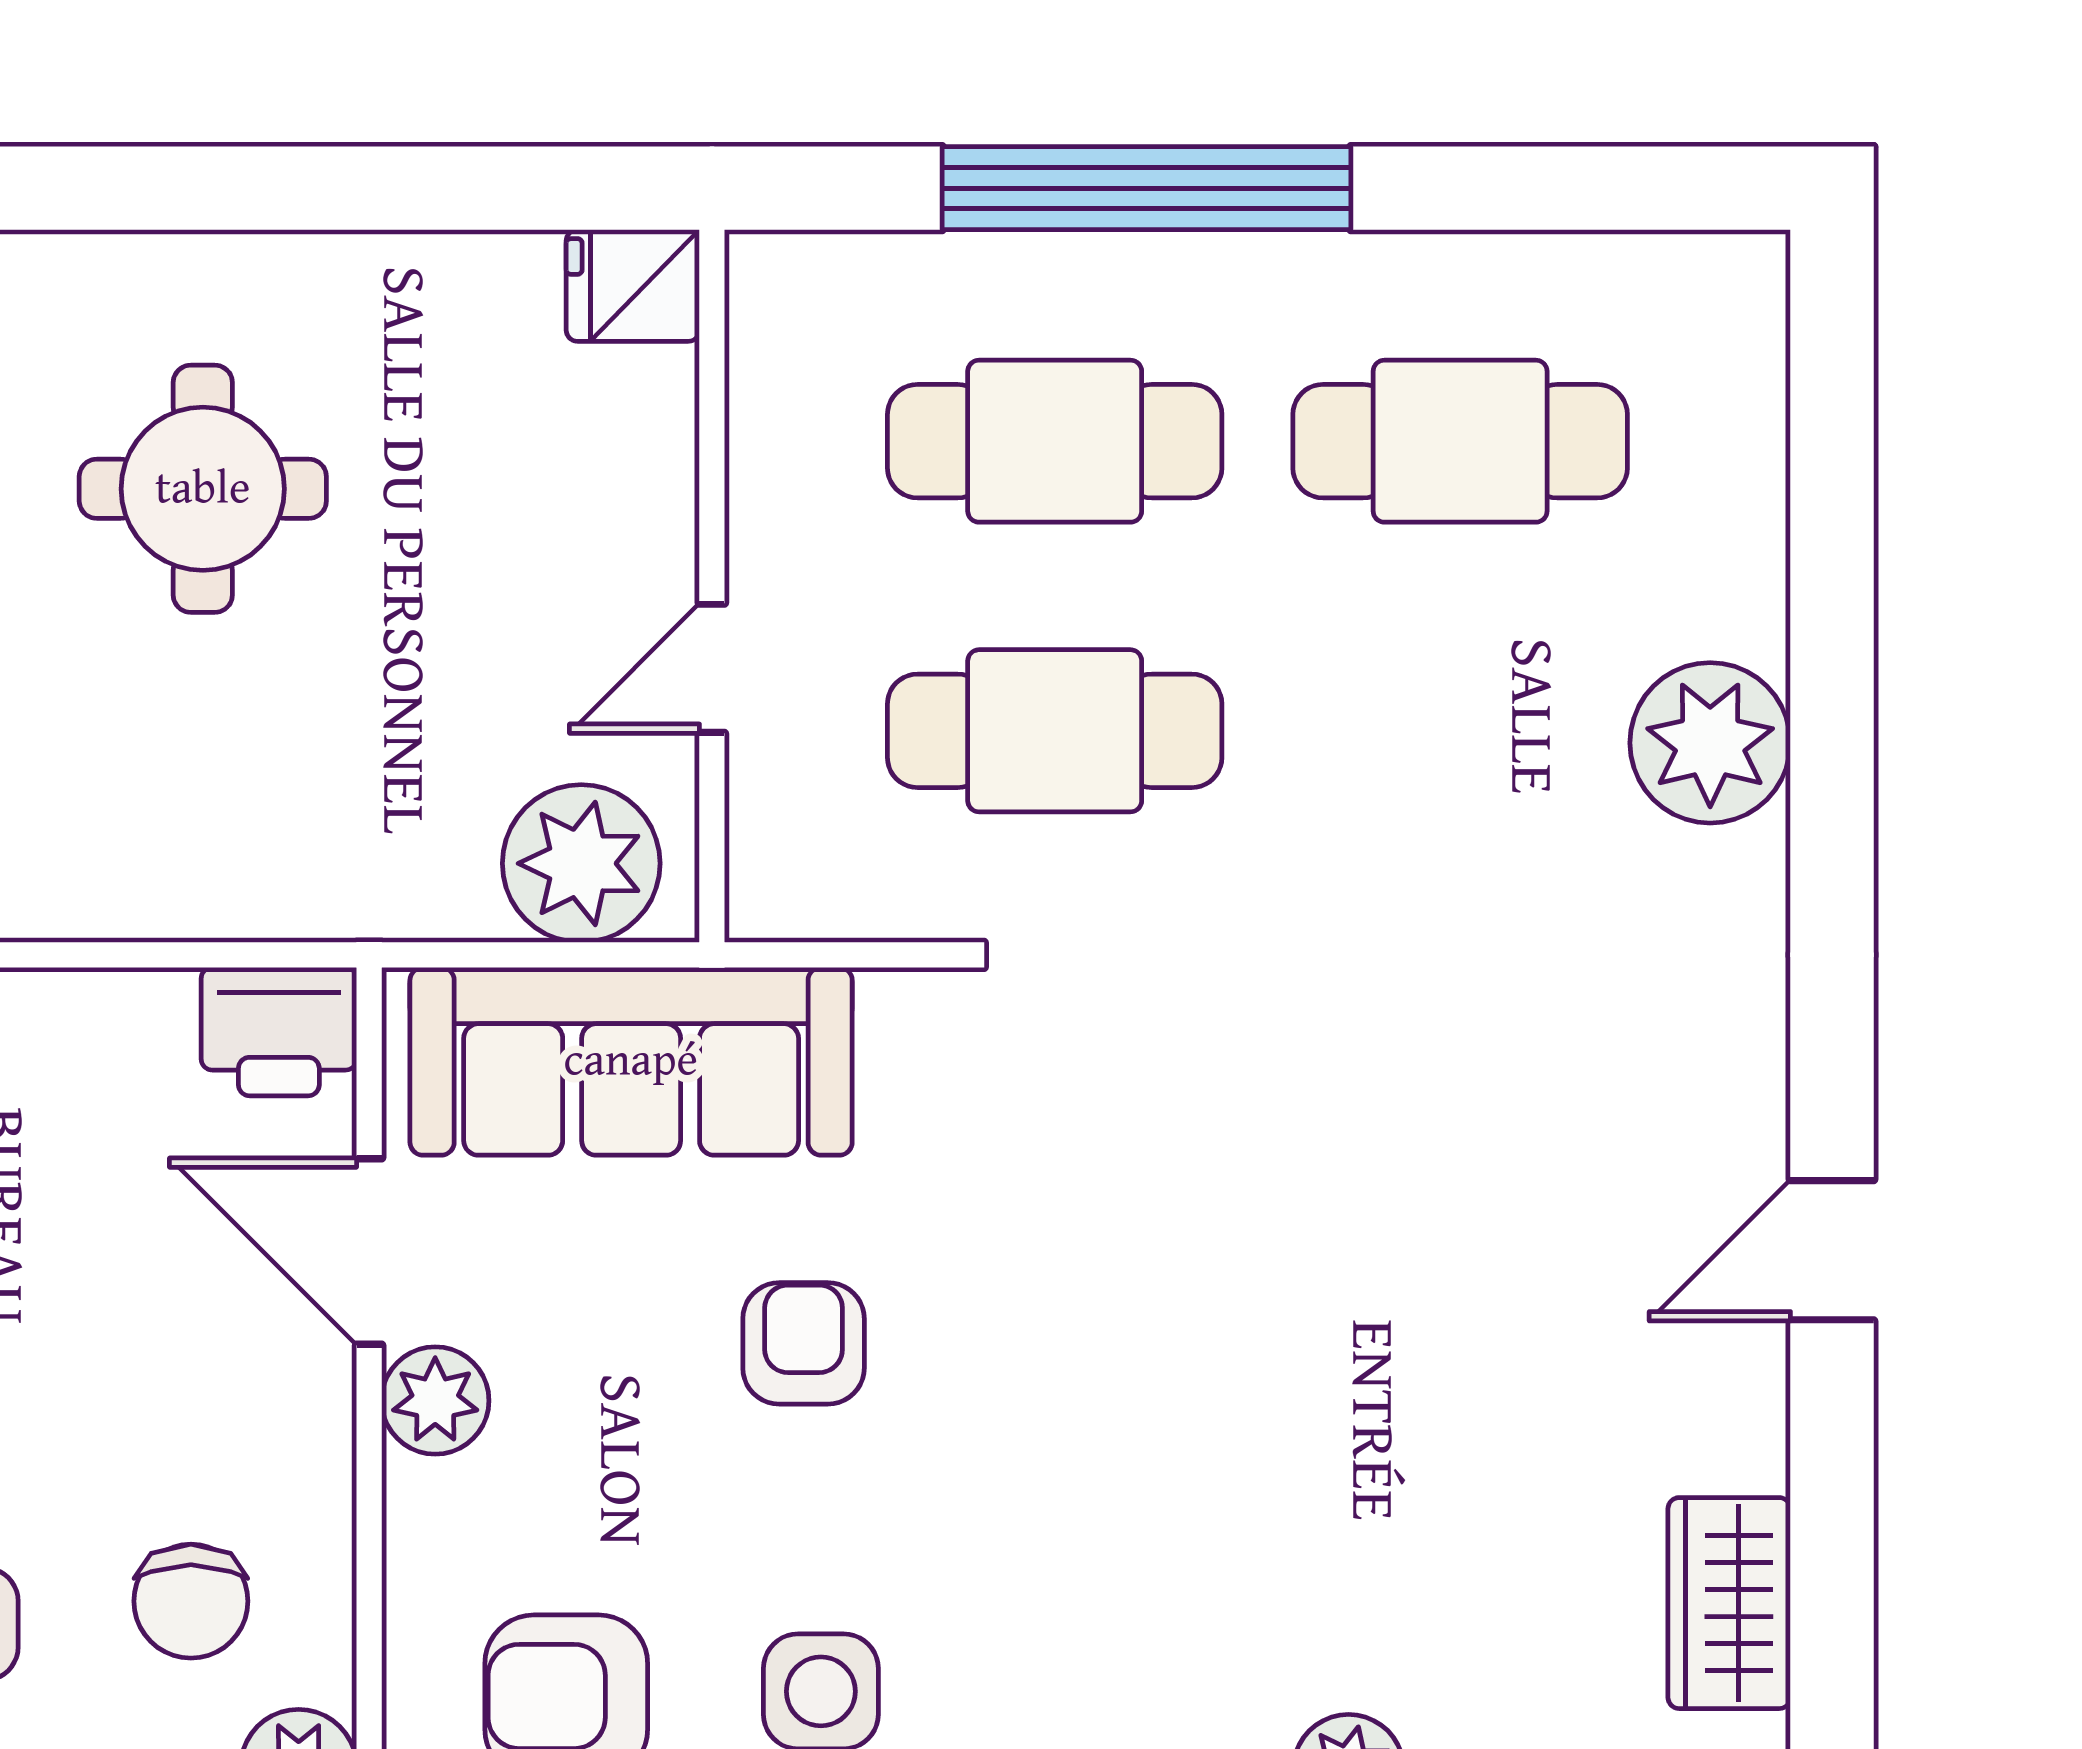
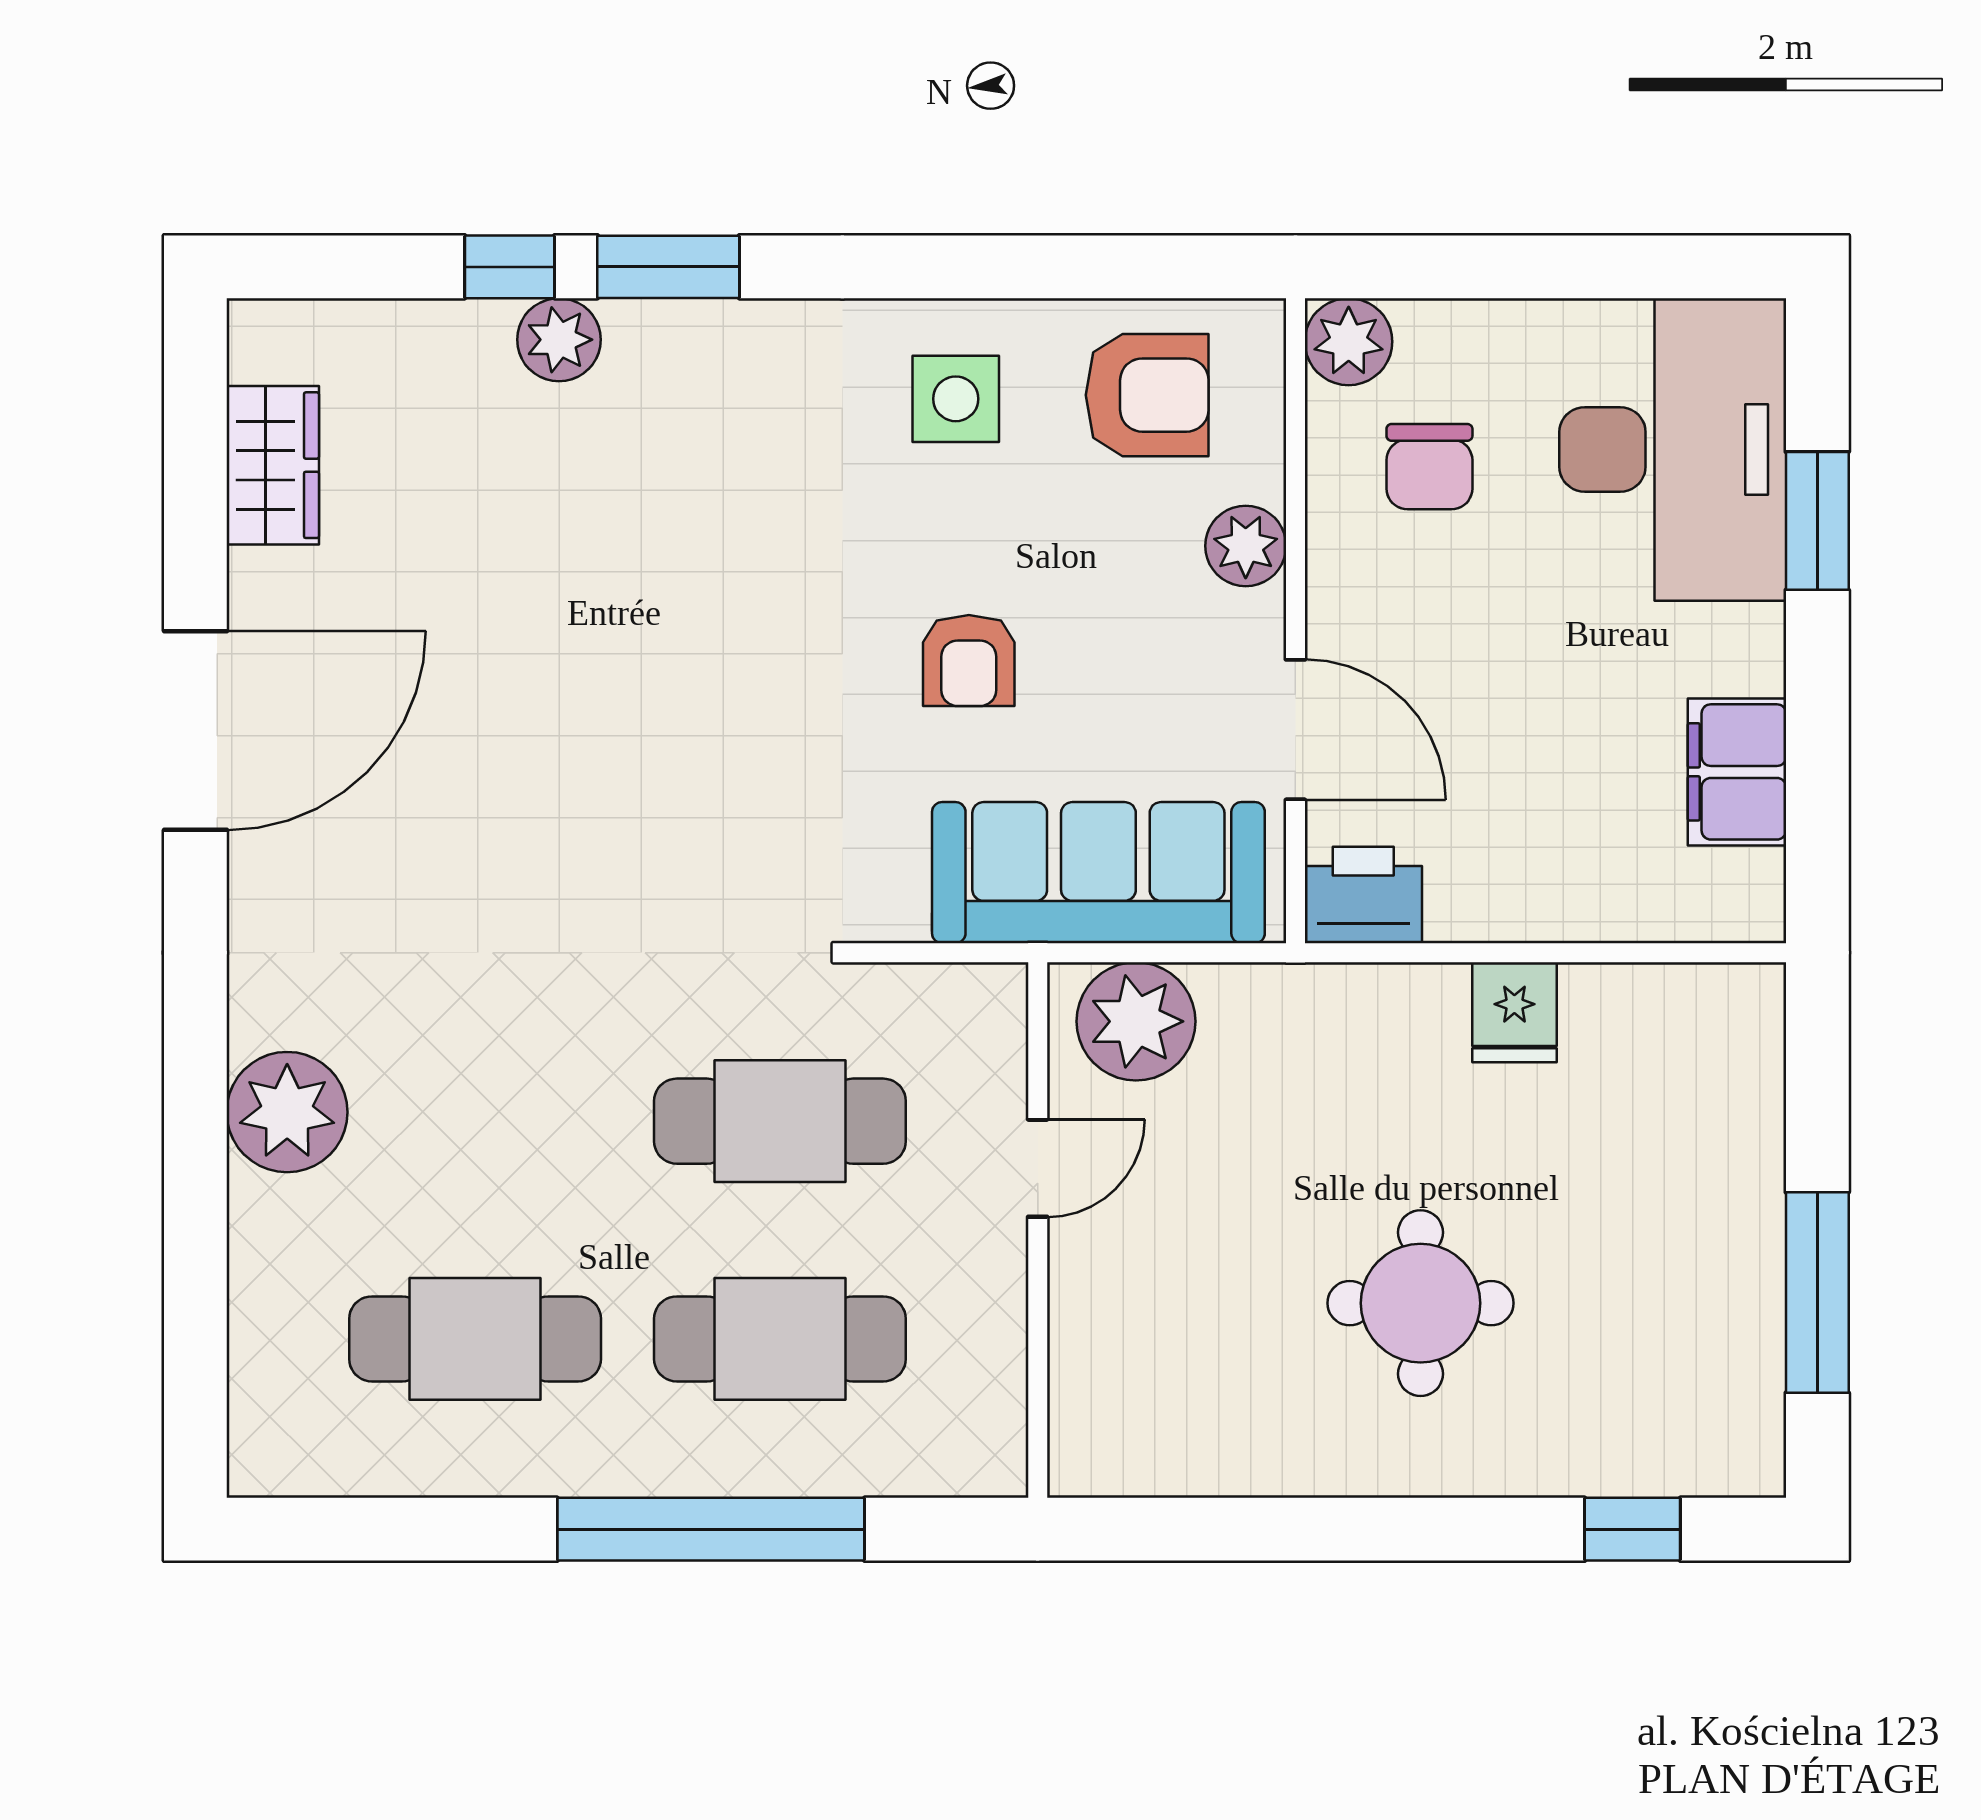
fridge: (633, 286) -> (1514, 1012), moved, turned 90
door: (1832, 1250) -> (195, 730), width x1.87
plant: (435, 1401) -> (1246, 546), moved
chair: (191, 1601) -> (1429, 467), turned 180

